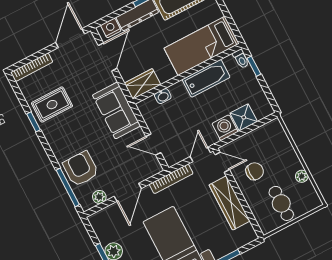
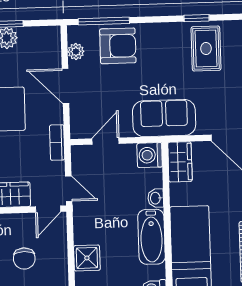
washbasin: (163, 96) -> (156, 198), moved
washing machine: (225, 128) -> (150, 155), moved, turned 180
chair: (255, 171) -> (24, 259), moved
bookcase: (171, 179) -> (57, 143), width x0.64

